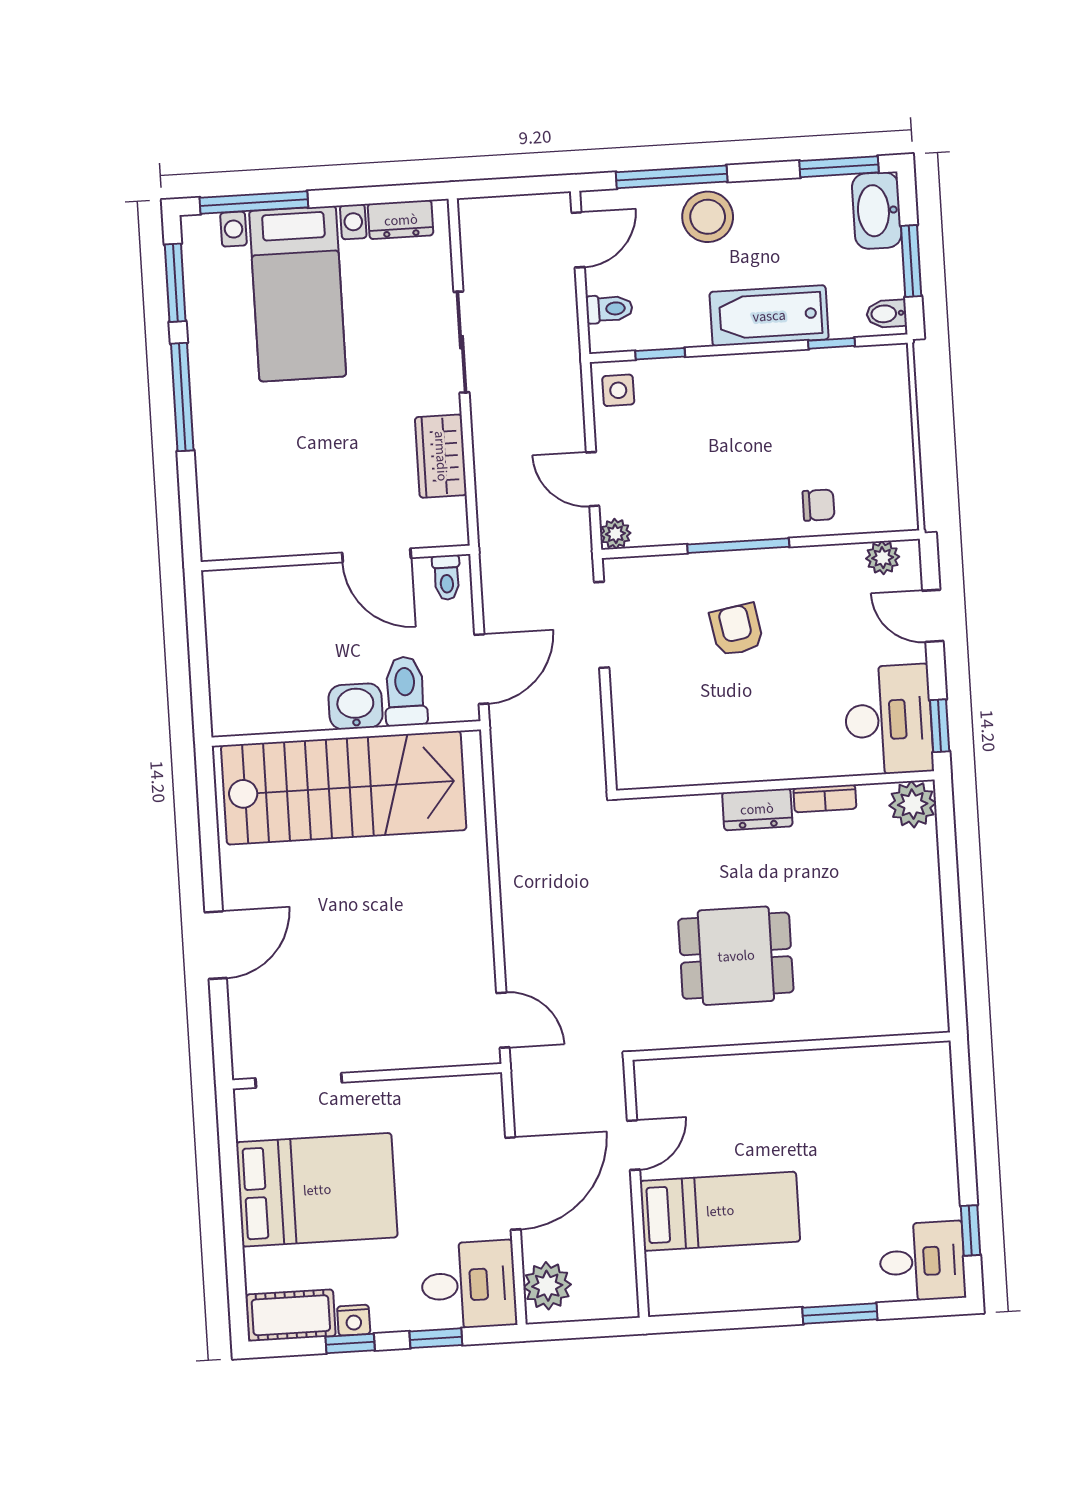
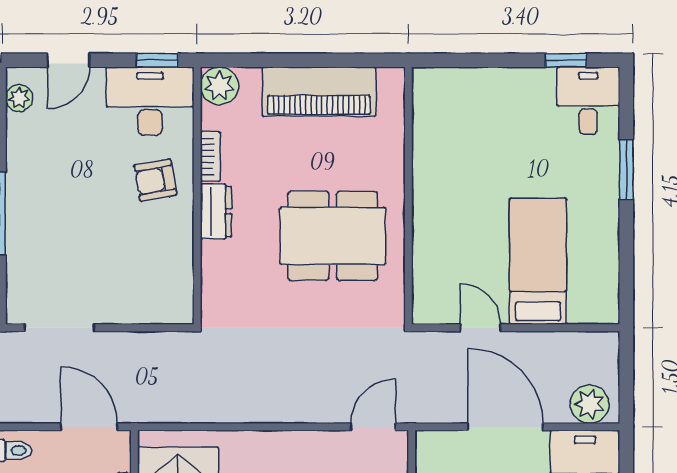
armchair: (737, 630) -> (155, 180), moved
piano: (913, 928) -> (319, 92), added
dining table: (736, 956) -> (333, 236), width x1.38

